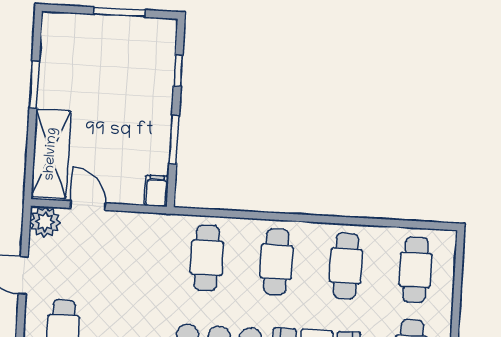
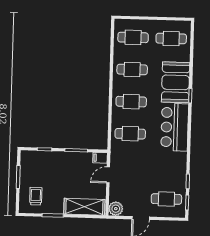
trolley: (77, 49) -> (36, 196), added
door: (88, 206) -> (108, 175), moved

